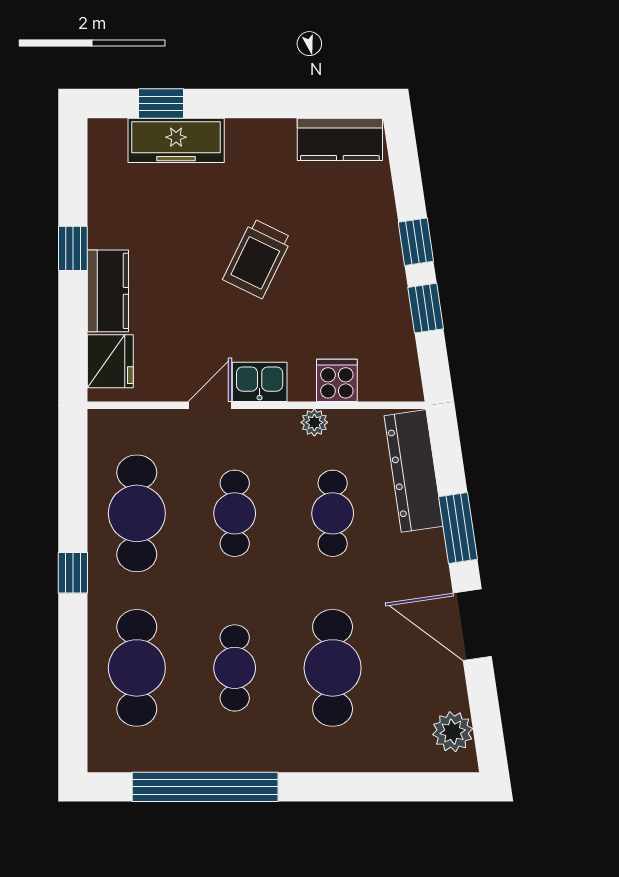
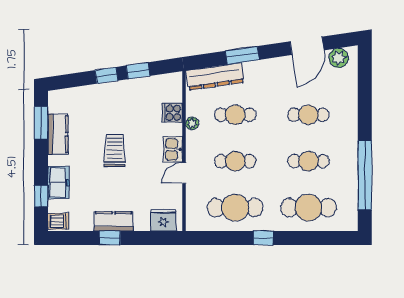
window: (316, 103) -> (41, 123), added
kitchen counter: (340, 139) -> (58, 134), moved
dishwasher: (108, 140) -> (58, 221), added
freezer: (176, 140) -> (58, 182), width x0.71
trolley: (257, 259) -> (115, 150), turned -116
kitchen counter: (108, 291) -> (113, 221), moved
door: (210, 405) -> (184, 173), hinge flipped
door: (472, 625) -> (307, 46), moved
cafe table: (333, 668) -> (308, 115), width x0.73, depth x0.74

